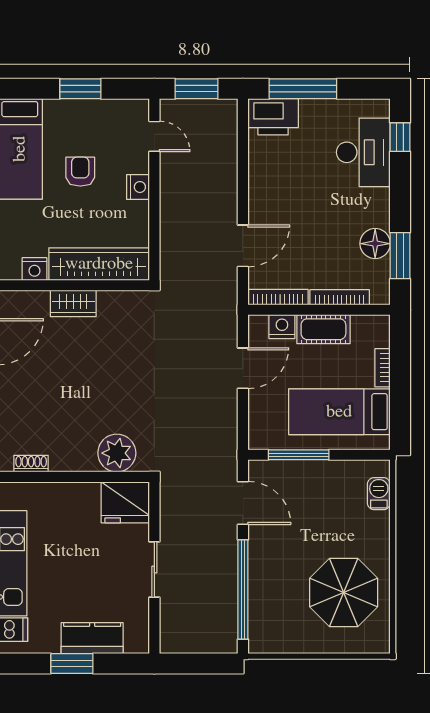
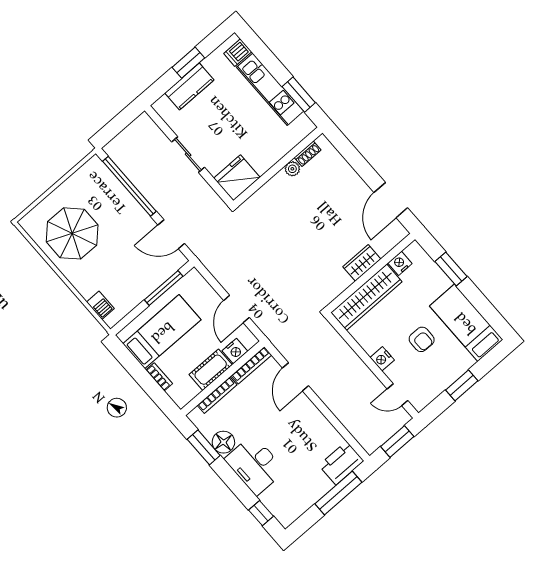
desk: (363, 152) -> (255, 465), moved
plant: (117, 453) -> (292, 169), moved, width x0.53, depth x0.53

